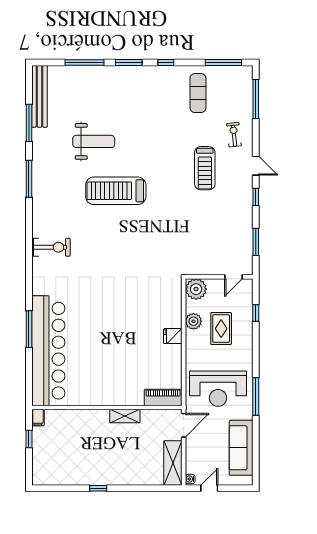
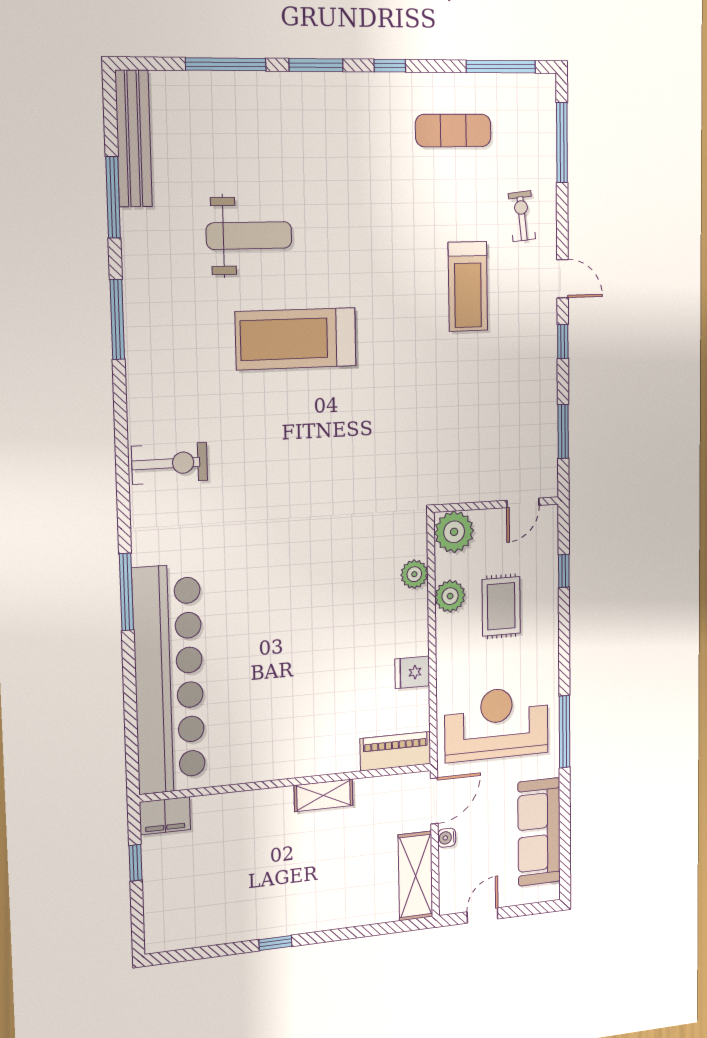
exercise mat: (198, 93) -> (453, 131), turned 90
plant: (175, 309) -> (414, 574), added
window: (29, 329) -> (126, 592), moved
fridge: (173, 336) -> (412, 672), moved
reception desk: (218, 389) -> (497, 724), turned 180
filing cabinet: (38, 418) -> (165, 816), width x2.00
water cooler: (190, 479) -> (447, 838), moved

